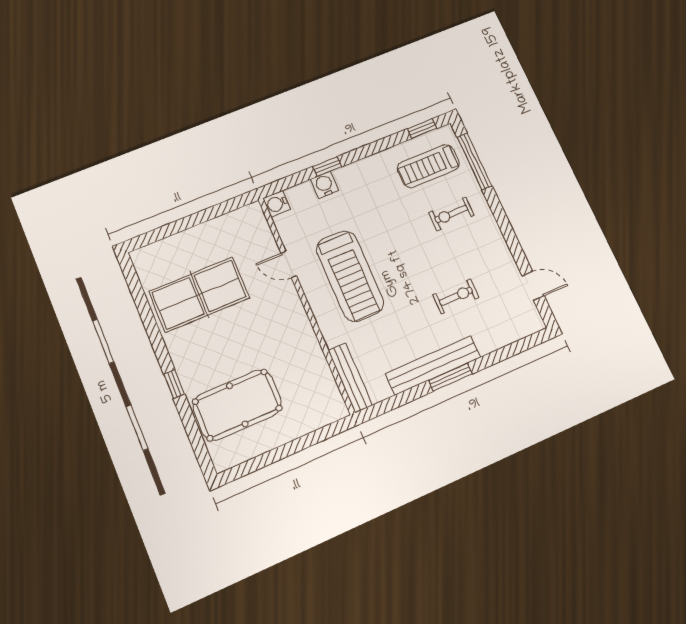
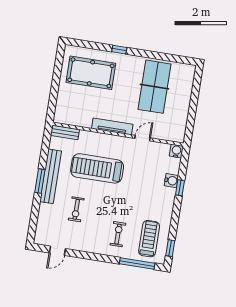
treadmill: (350, 276) -> (97, 168), moved
tv unit: (300, 320) -> (112, 126), added
bench: (350, 378) -> (65, 132), width x0.73
pool table: (237, 405) -> (91, 73), turned 90

